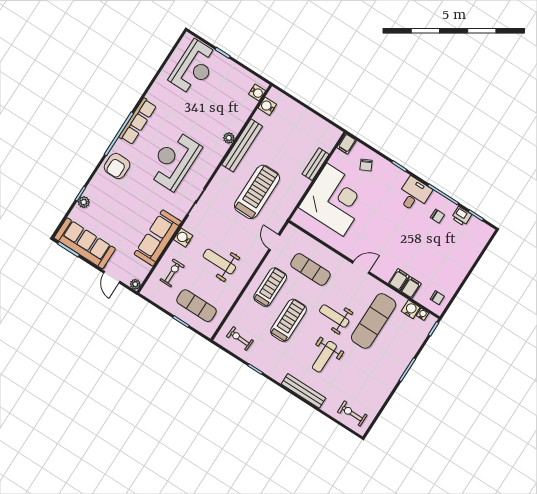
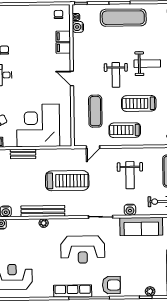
treadmill: (257, 192) -> (67, 181), turned 180
exercise mat: (374, 321) -> (123, 18), moved

